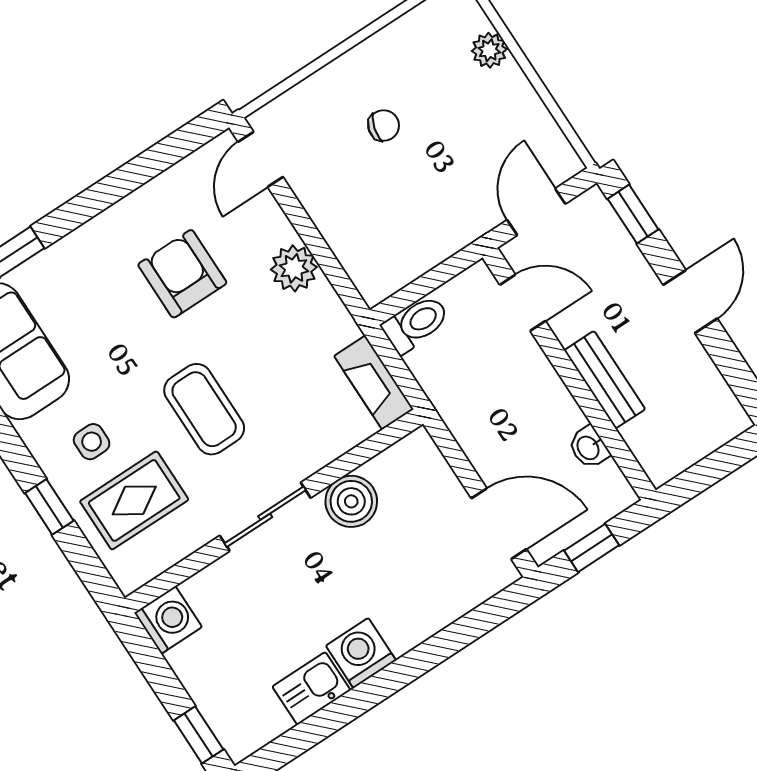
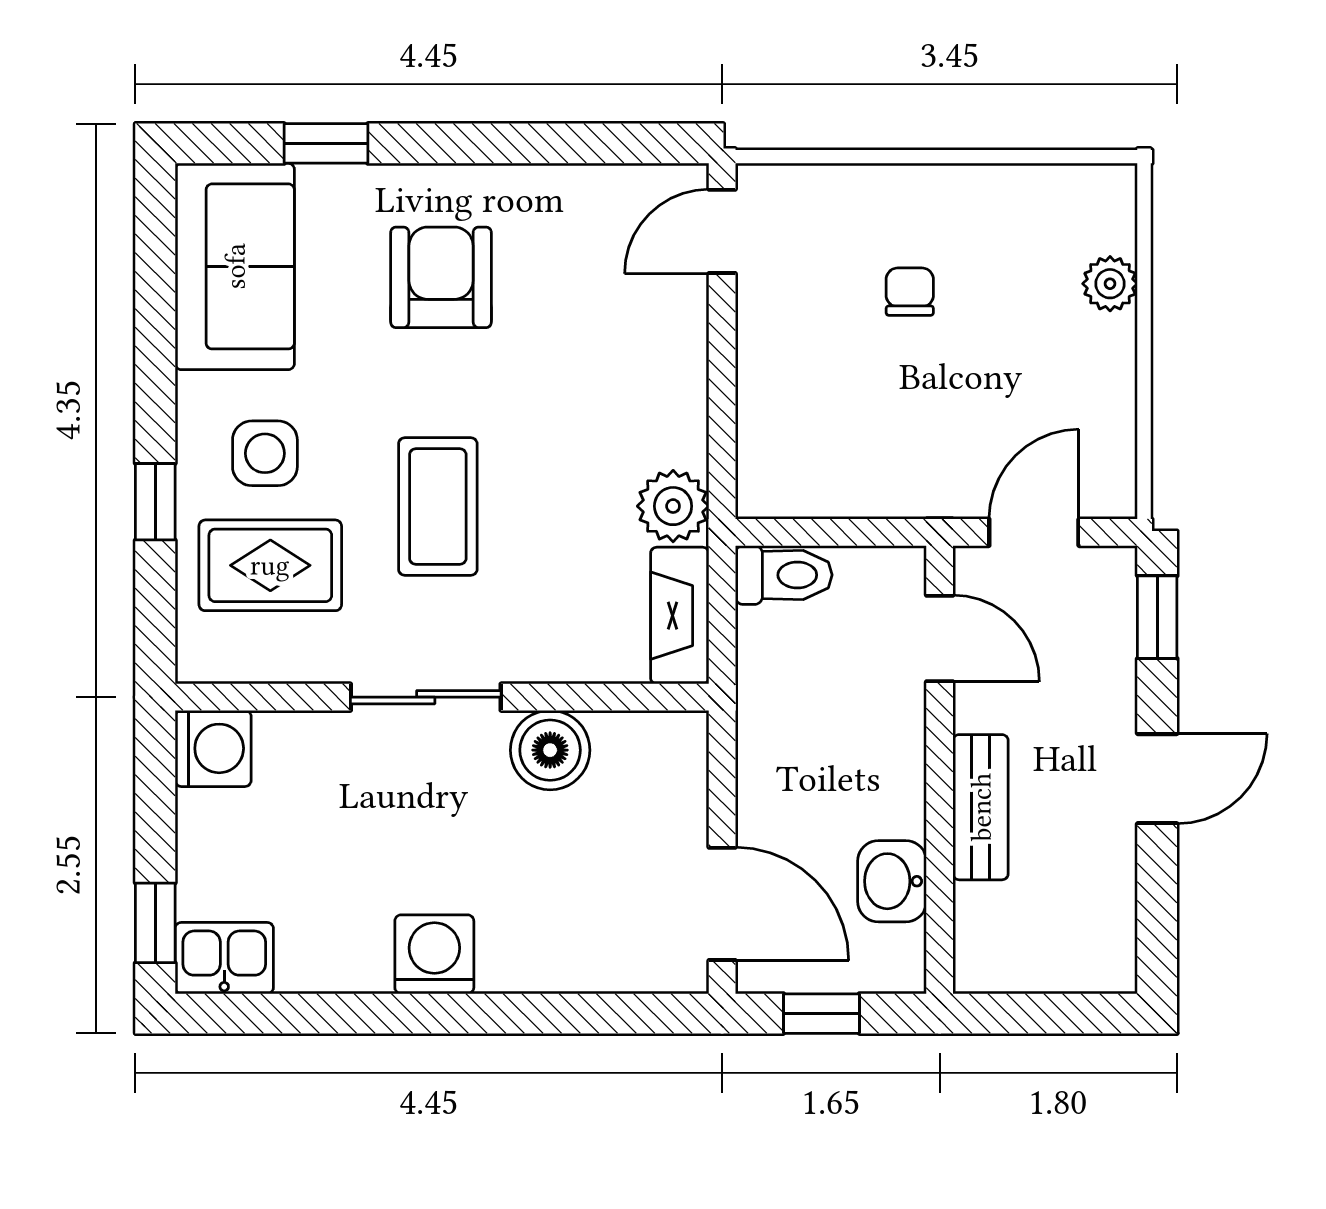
chair: (384, 125) -> (910, 292), turned -105
plant: (294, 268) -> (673, 506), moved
armchair: (182, 274) -> (441, 277), moved
side table: (92, 442) -> (265, 453), width x1.37, depth x1.37
washbasin: (589, 447) -> (892, 881), width x1.38, depth x1.45
kitchen sink: (311, 688) -> (224, 958), moved

